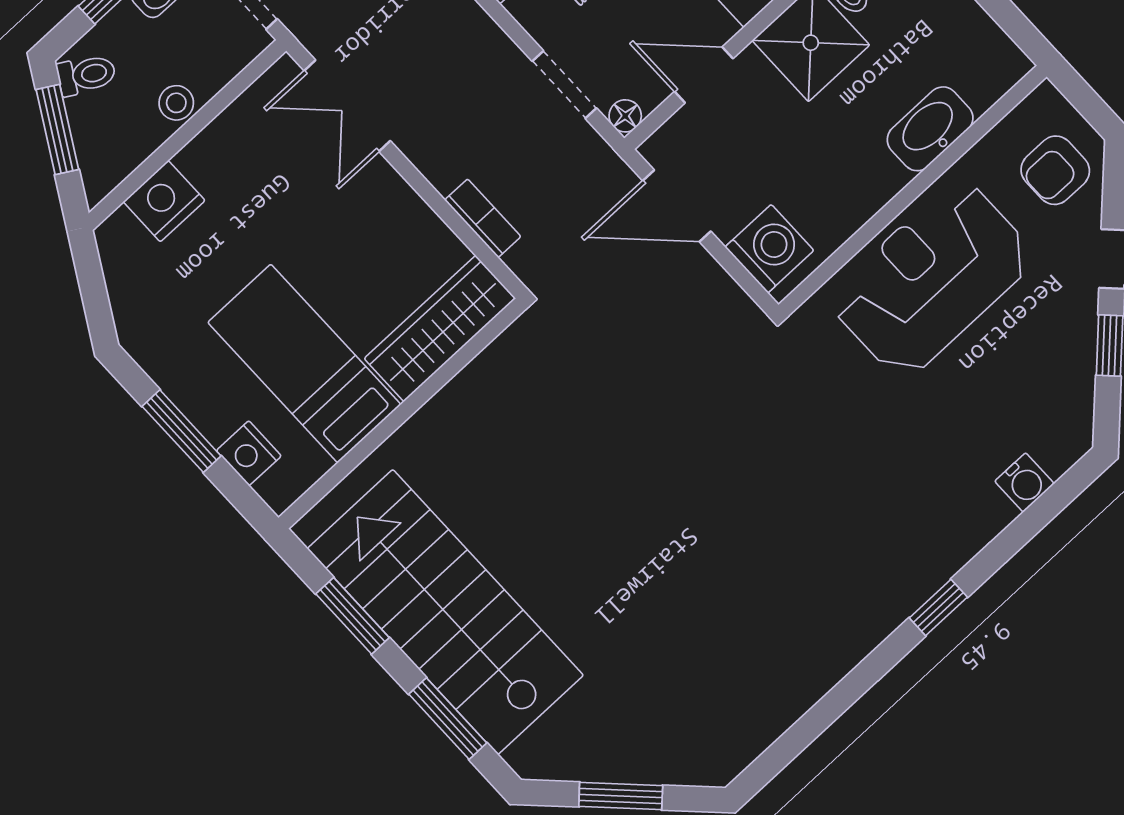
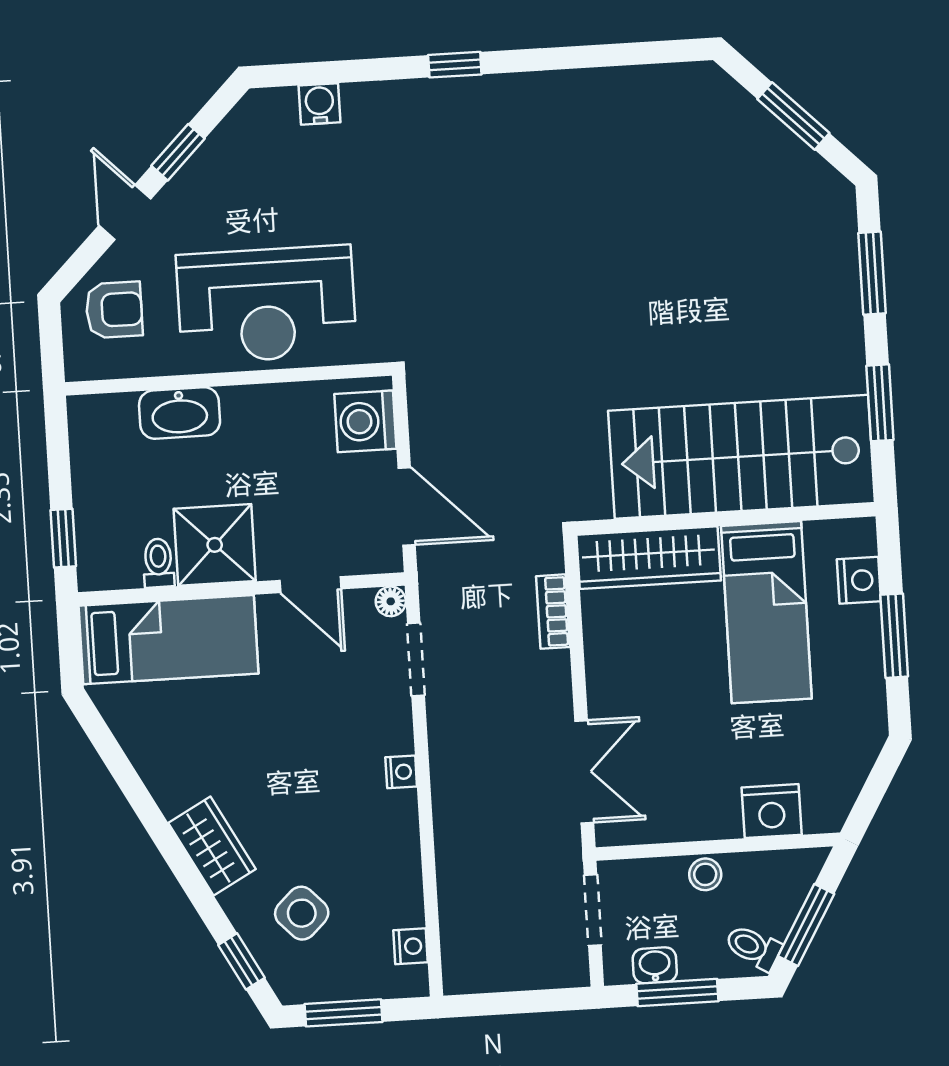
stairs: (445, 612) -> (741, 457), moved, turned 90

